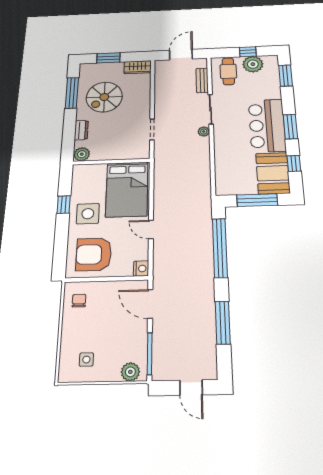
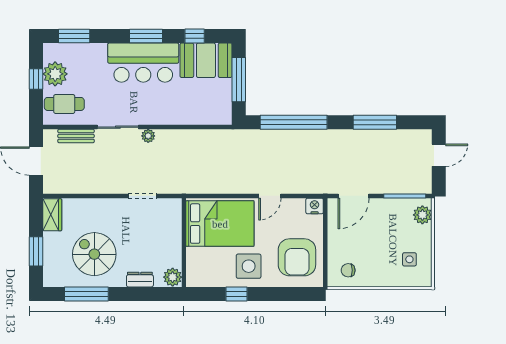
spiral stairs: (104, 97) -> (94, 254), turned 180

